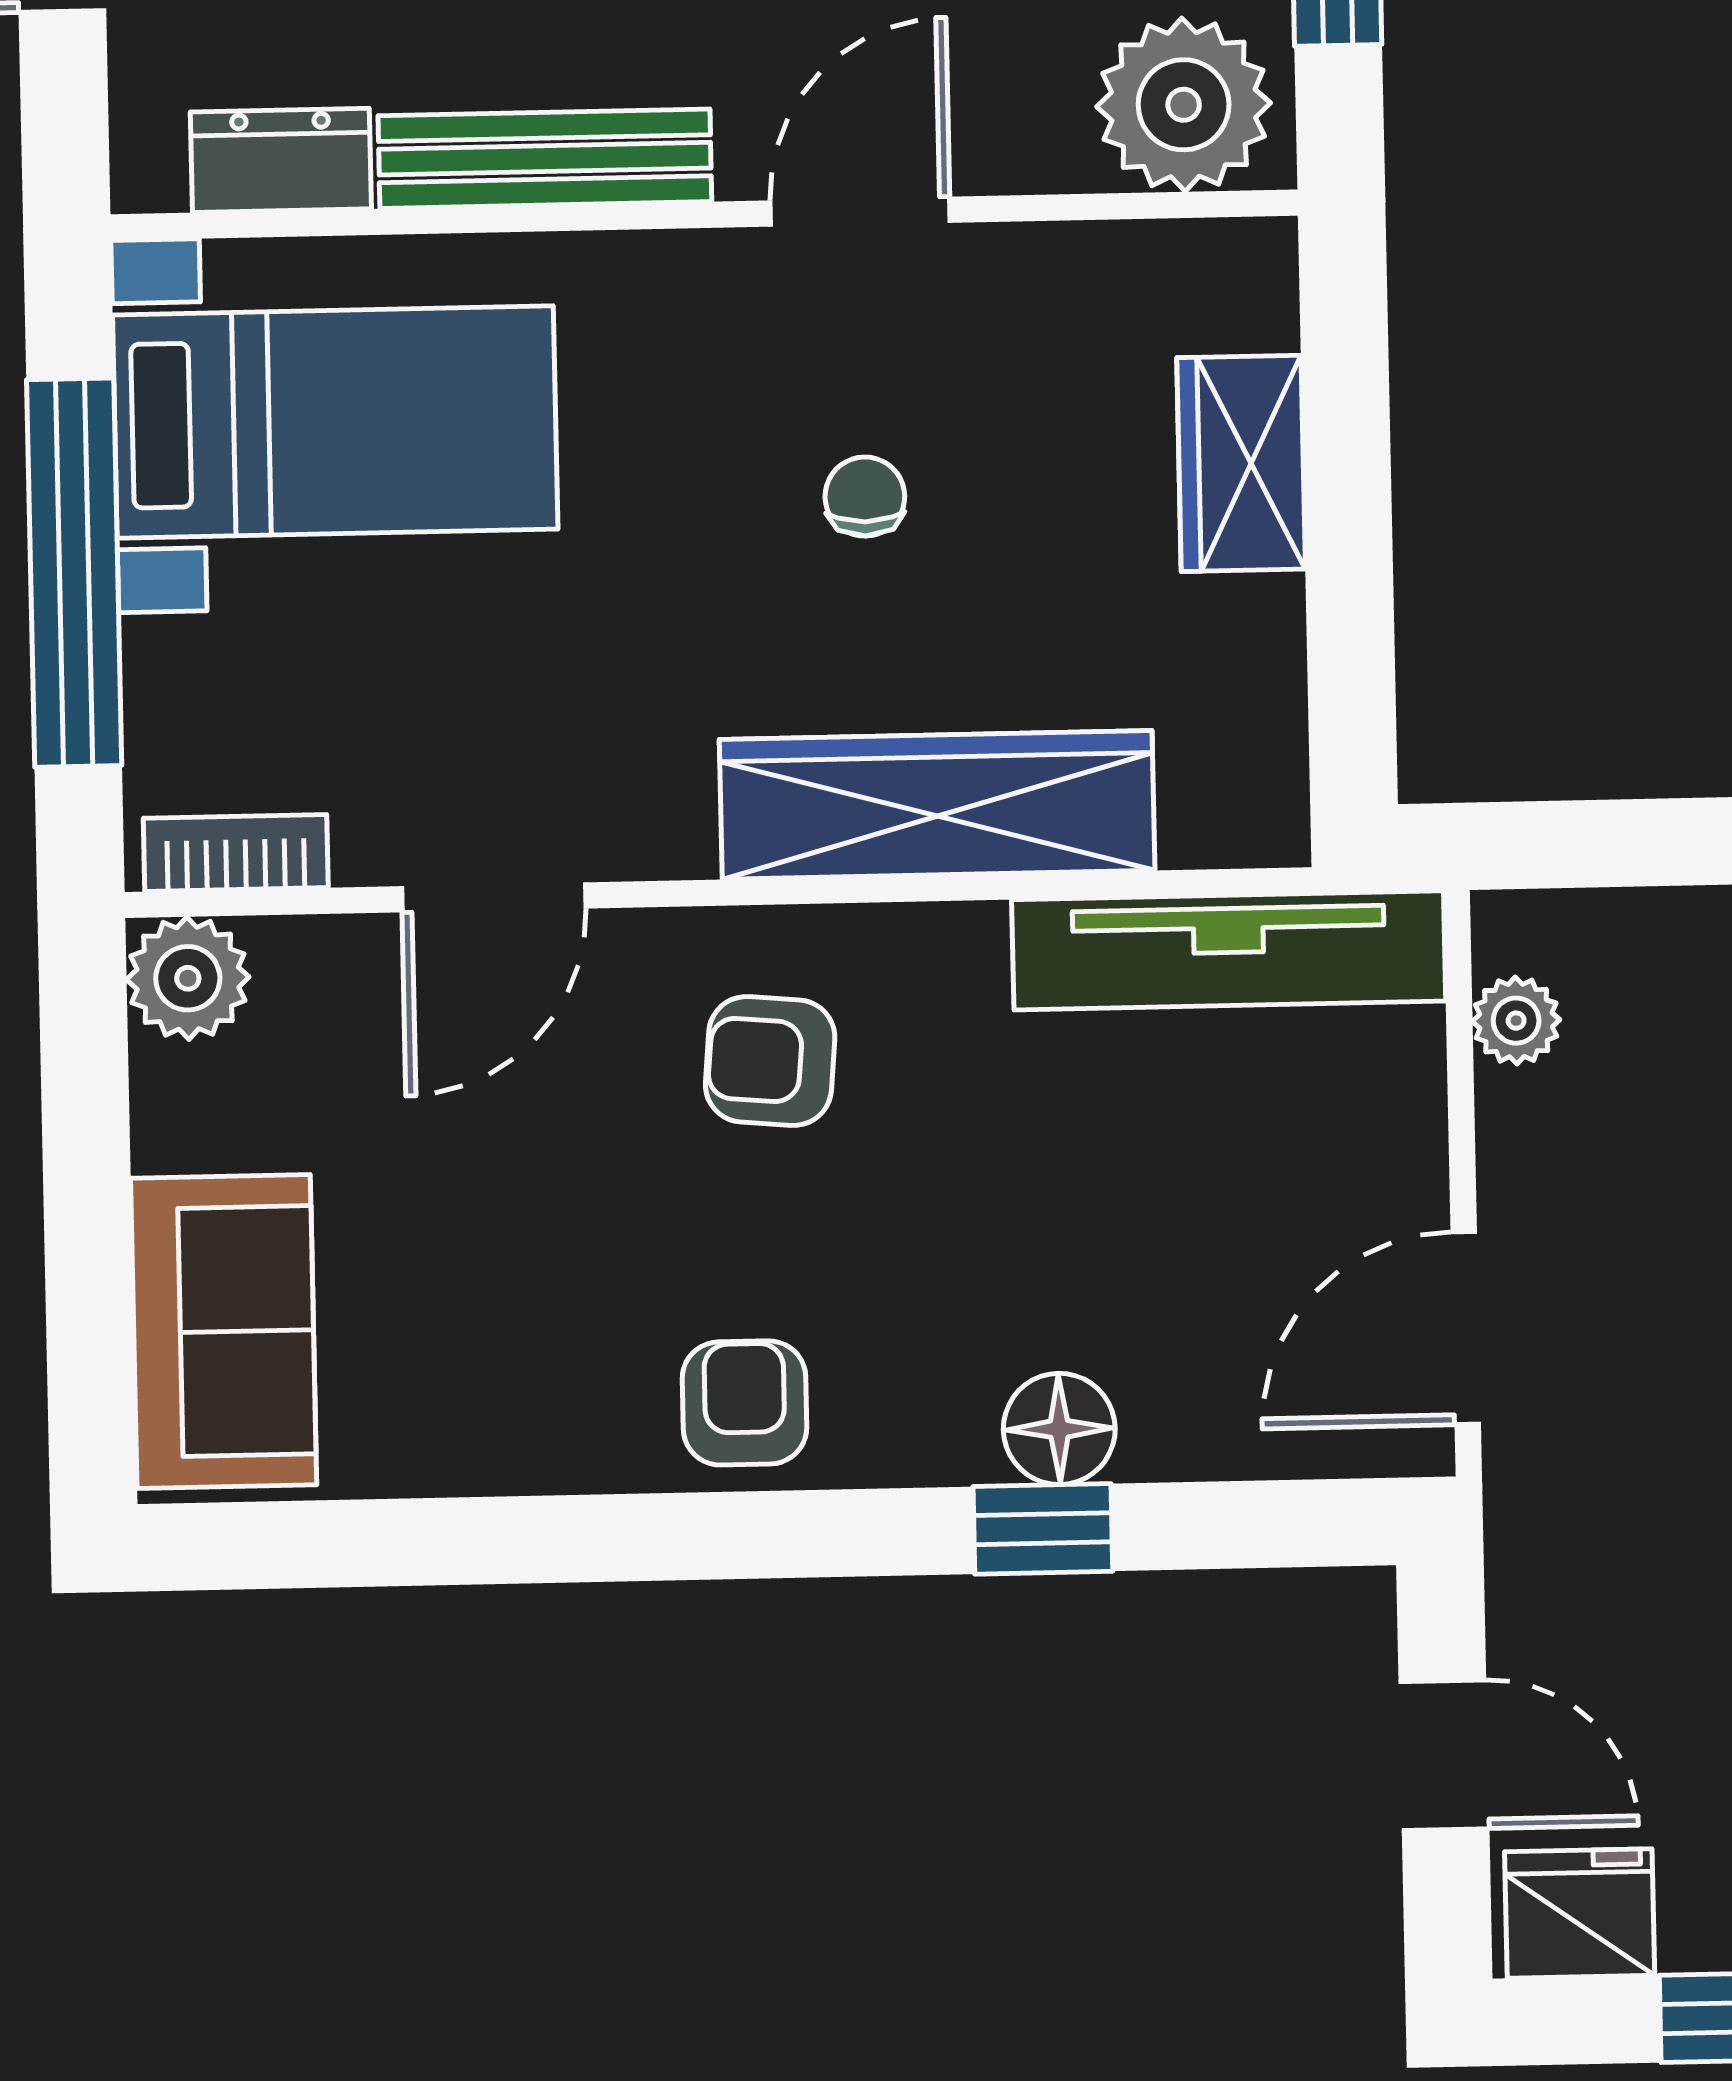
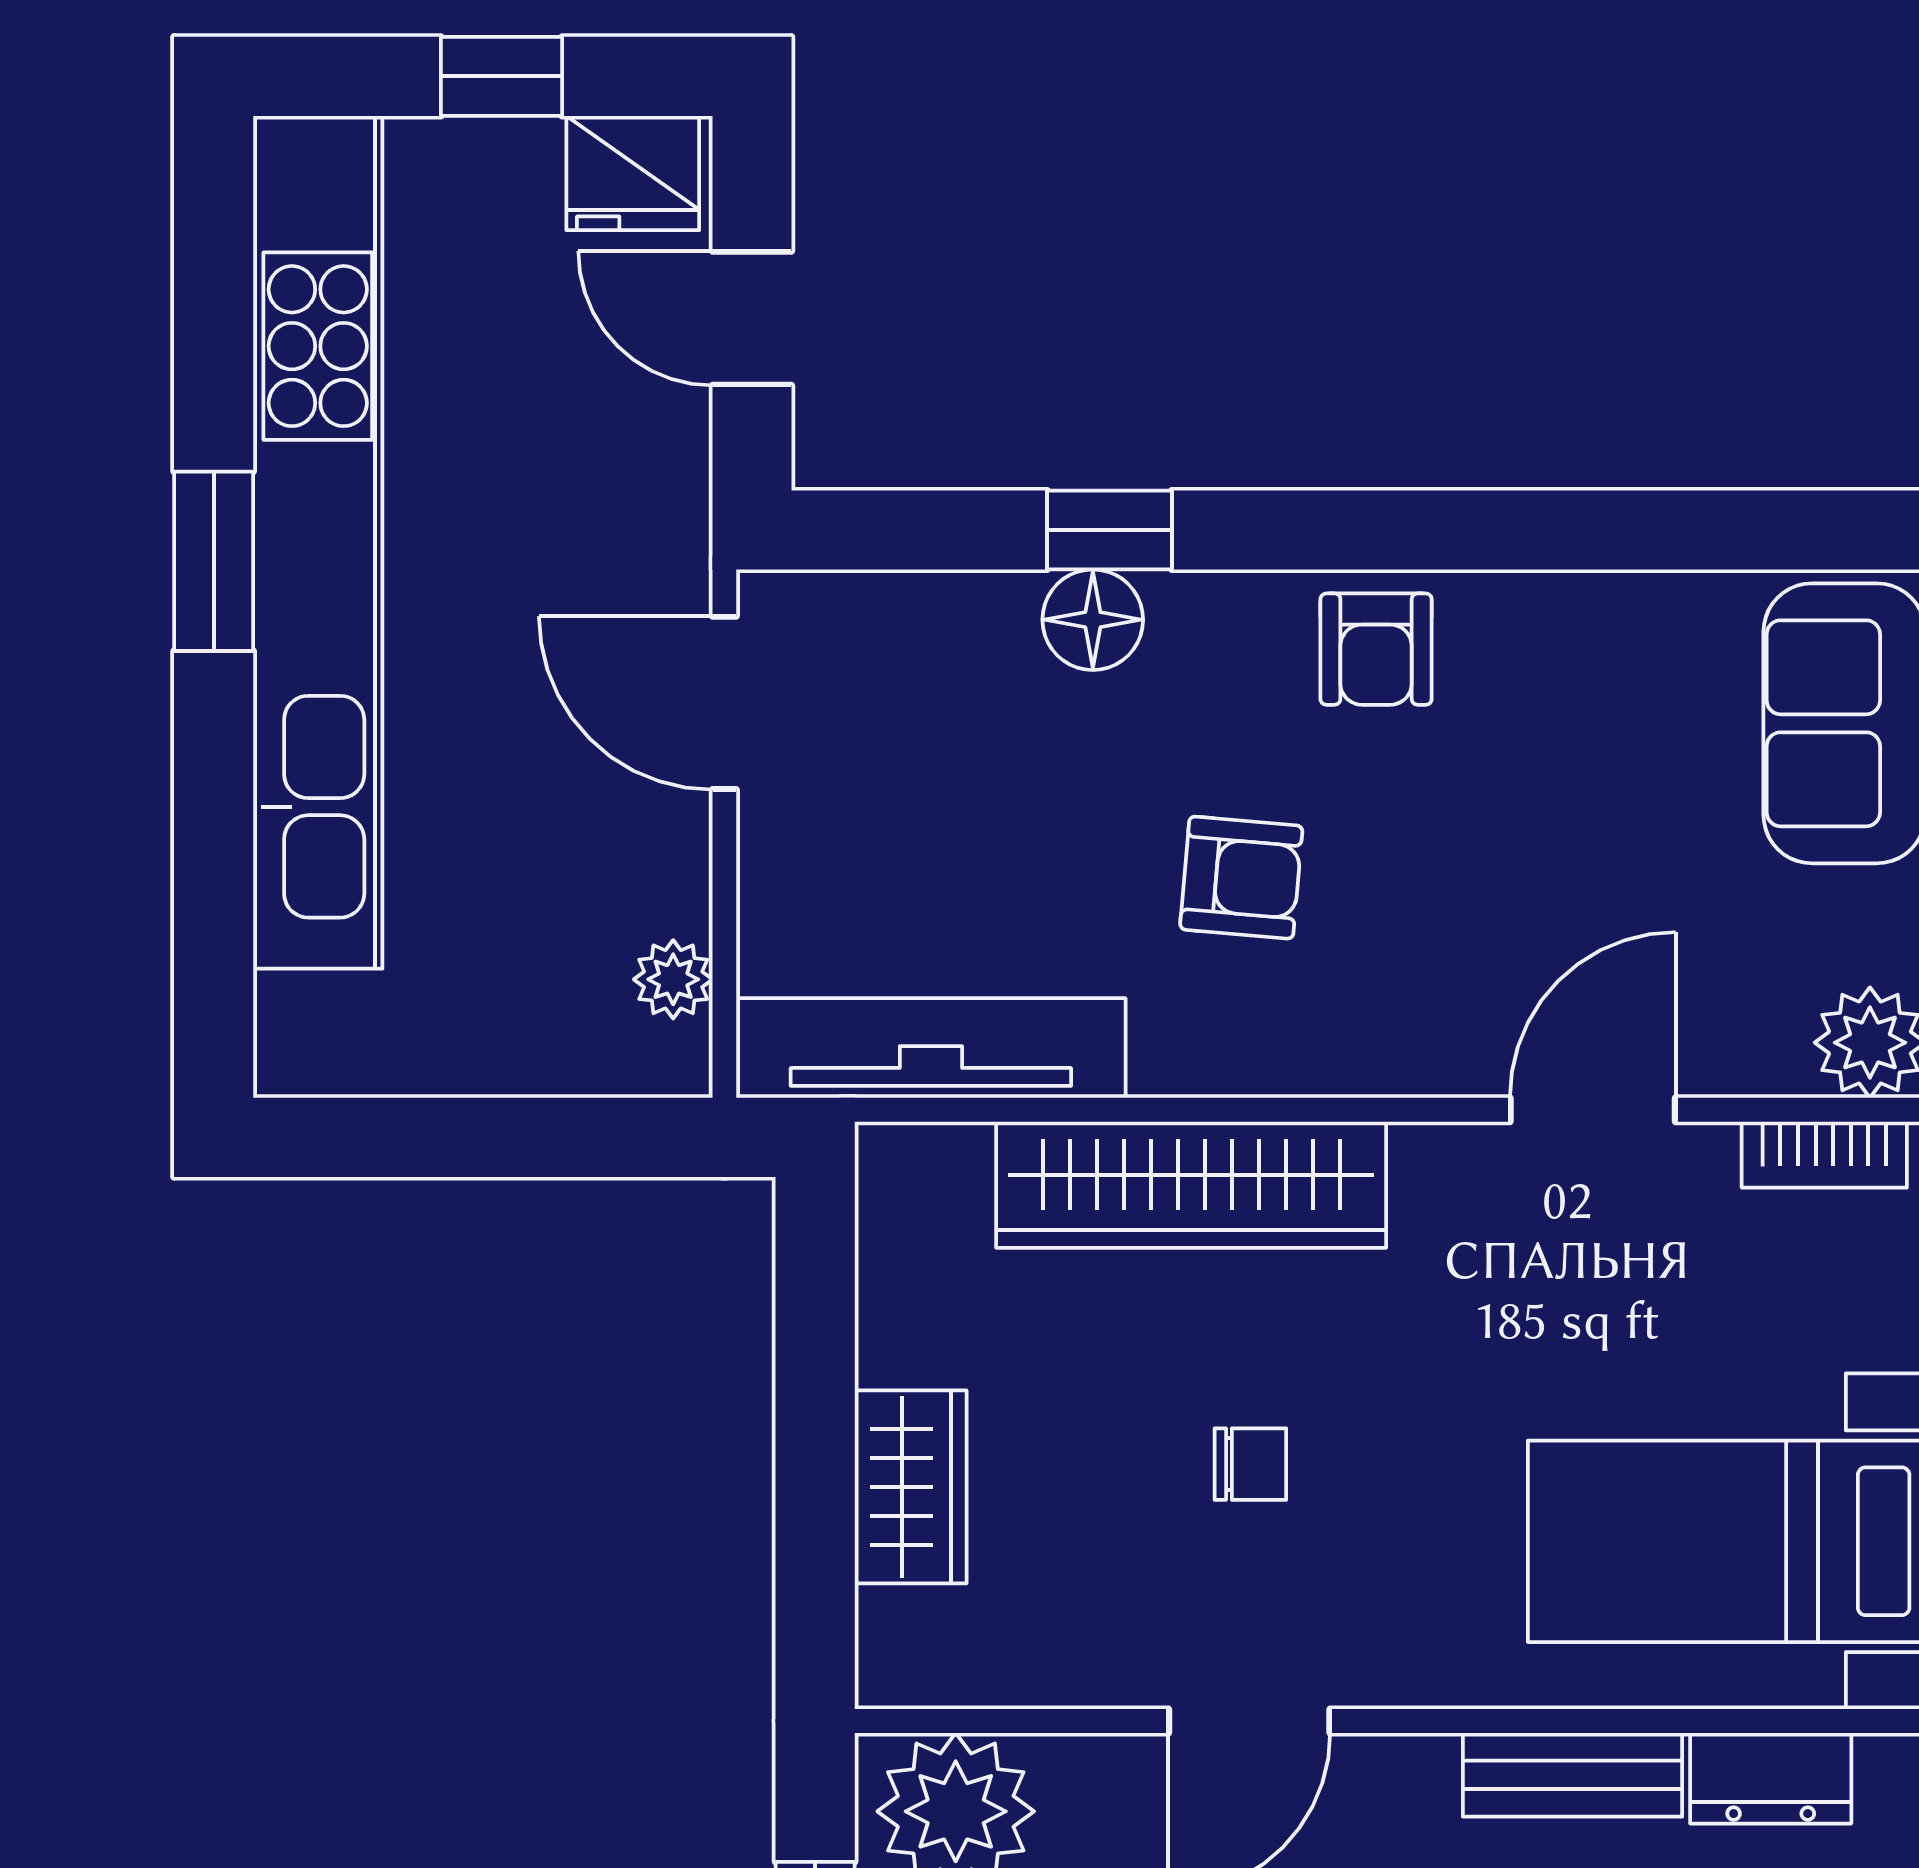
bench: (545, 159) -> (1572, 1775), width x0.73
chair: (865, 497) -> (1250, 1464), turned -90
armchair: (770, 1061) -> (1241, 878), moved
door: (1466, 1328) -> (724, 703), swing flipped

